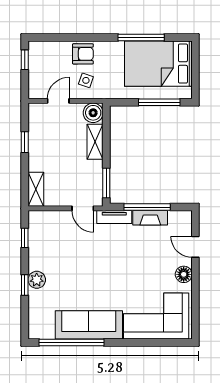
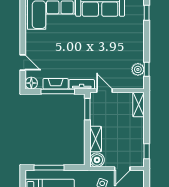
window: (25, 142) -> (147, 151), moved
floor lamp: (184, 274) -> (31, 83), moved
plant: (37, 280) -> (138, 69), moved
window: (25, 285) -> (147, 13), moved

